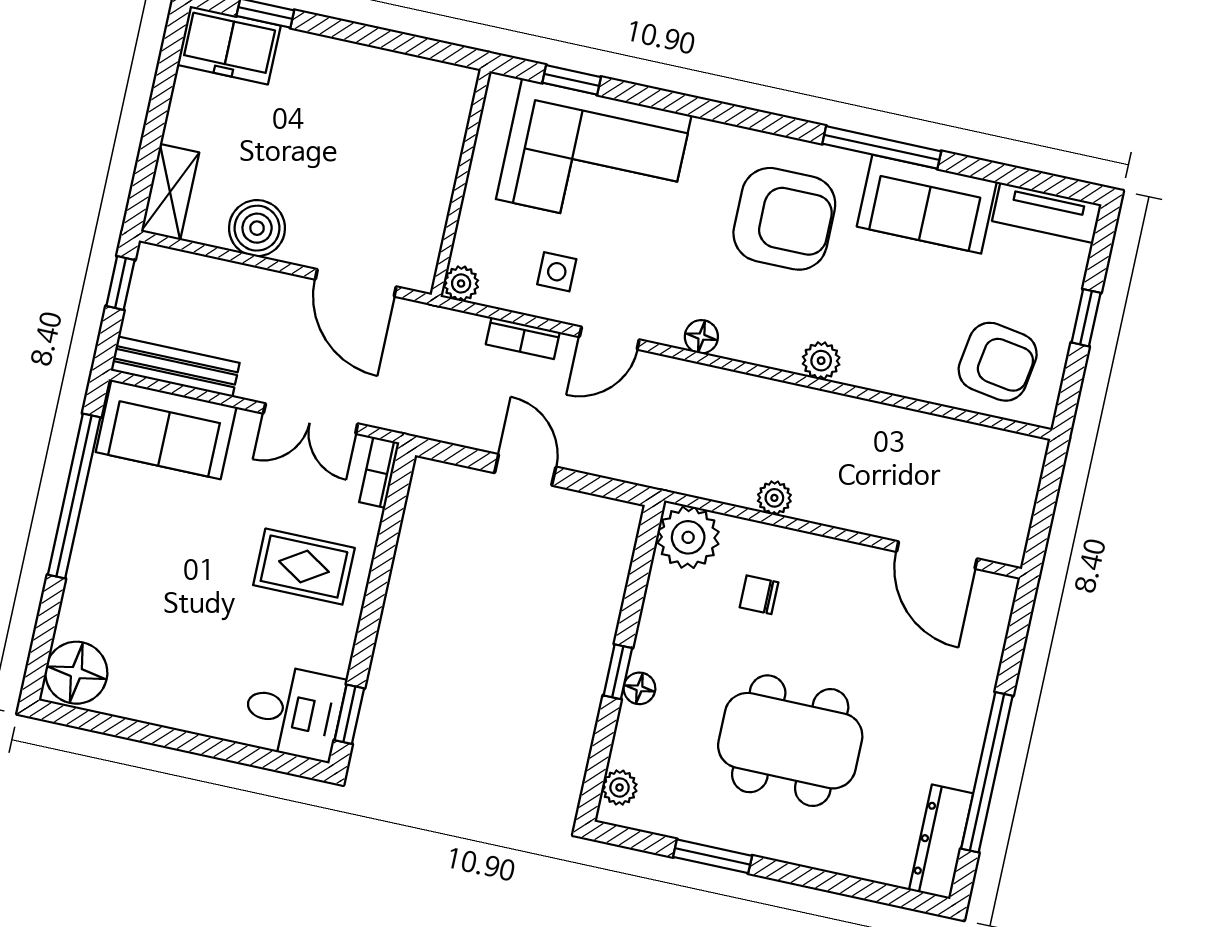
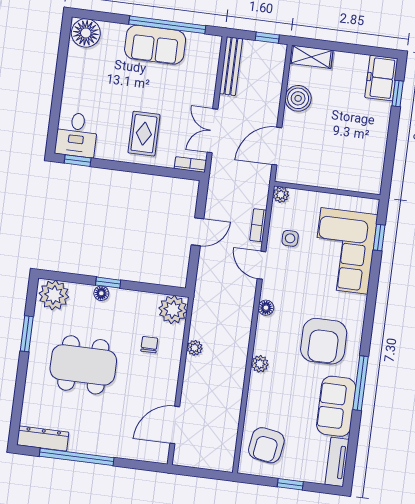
sofa: (166, 430) -> (155, 45), moved, turned -90
dining table: (790, 741) -> (83, 365), turned 90
plant: (620, 787) -> (54, 295), width x1.88, depth x1.88

